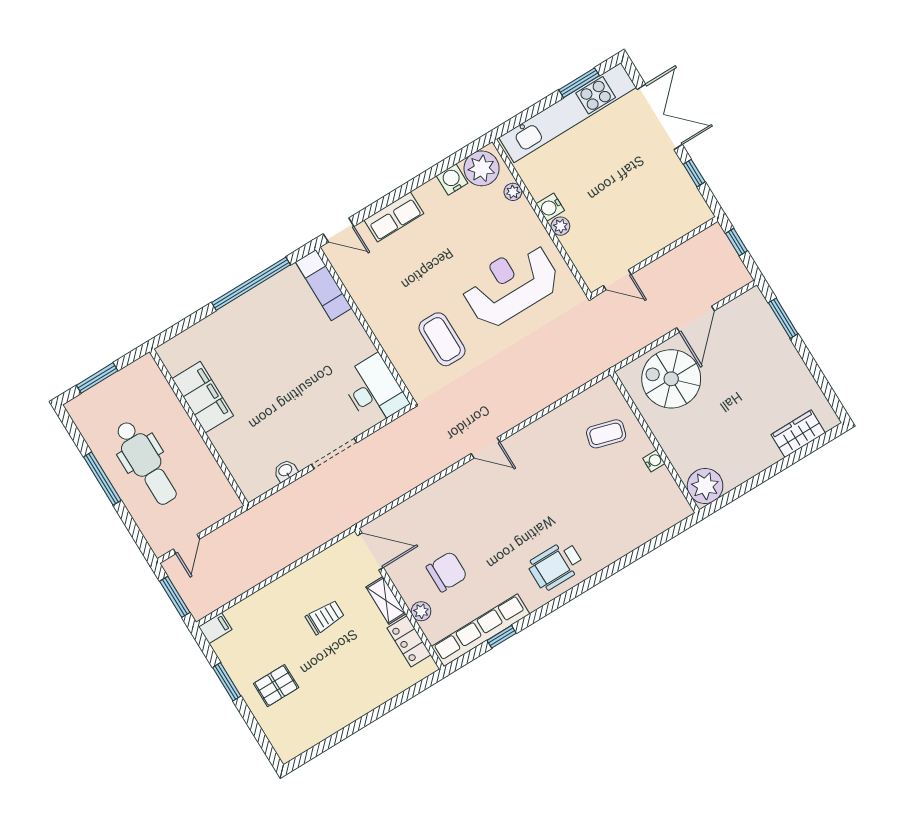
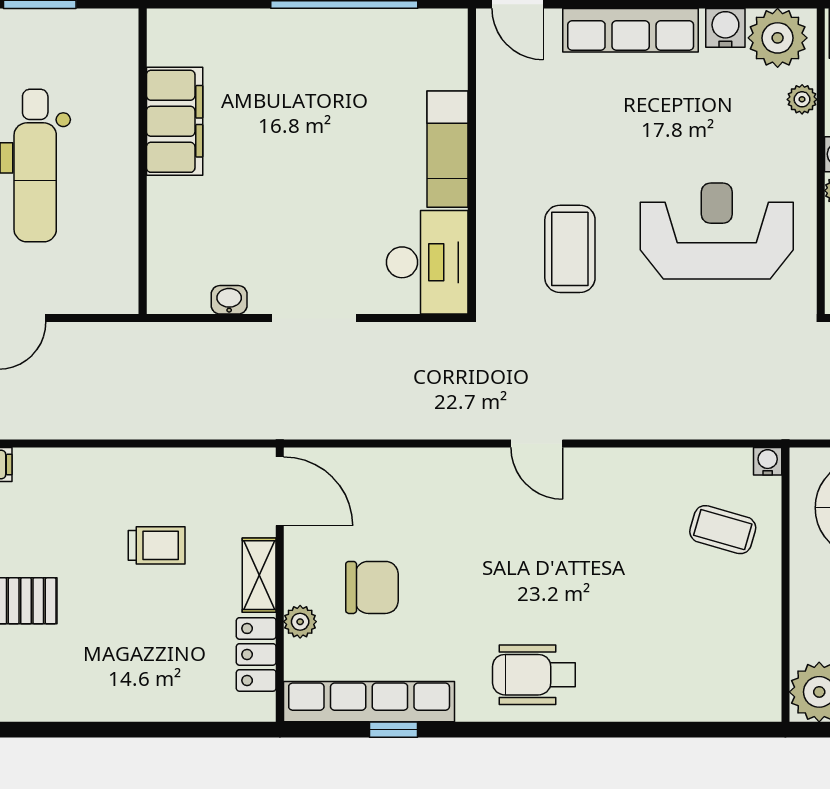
row of seats: (394, 217) -> (631, 30), width x1.48
exam couch: (324, 285) -> (448, 149), moved
water cooler: (654, 461) -> (768, 461), moved, turned -90

